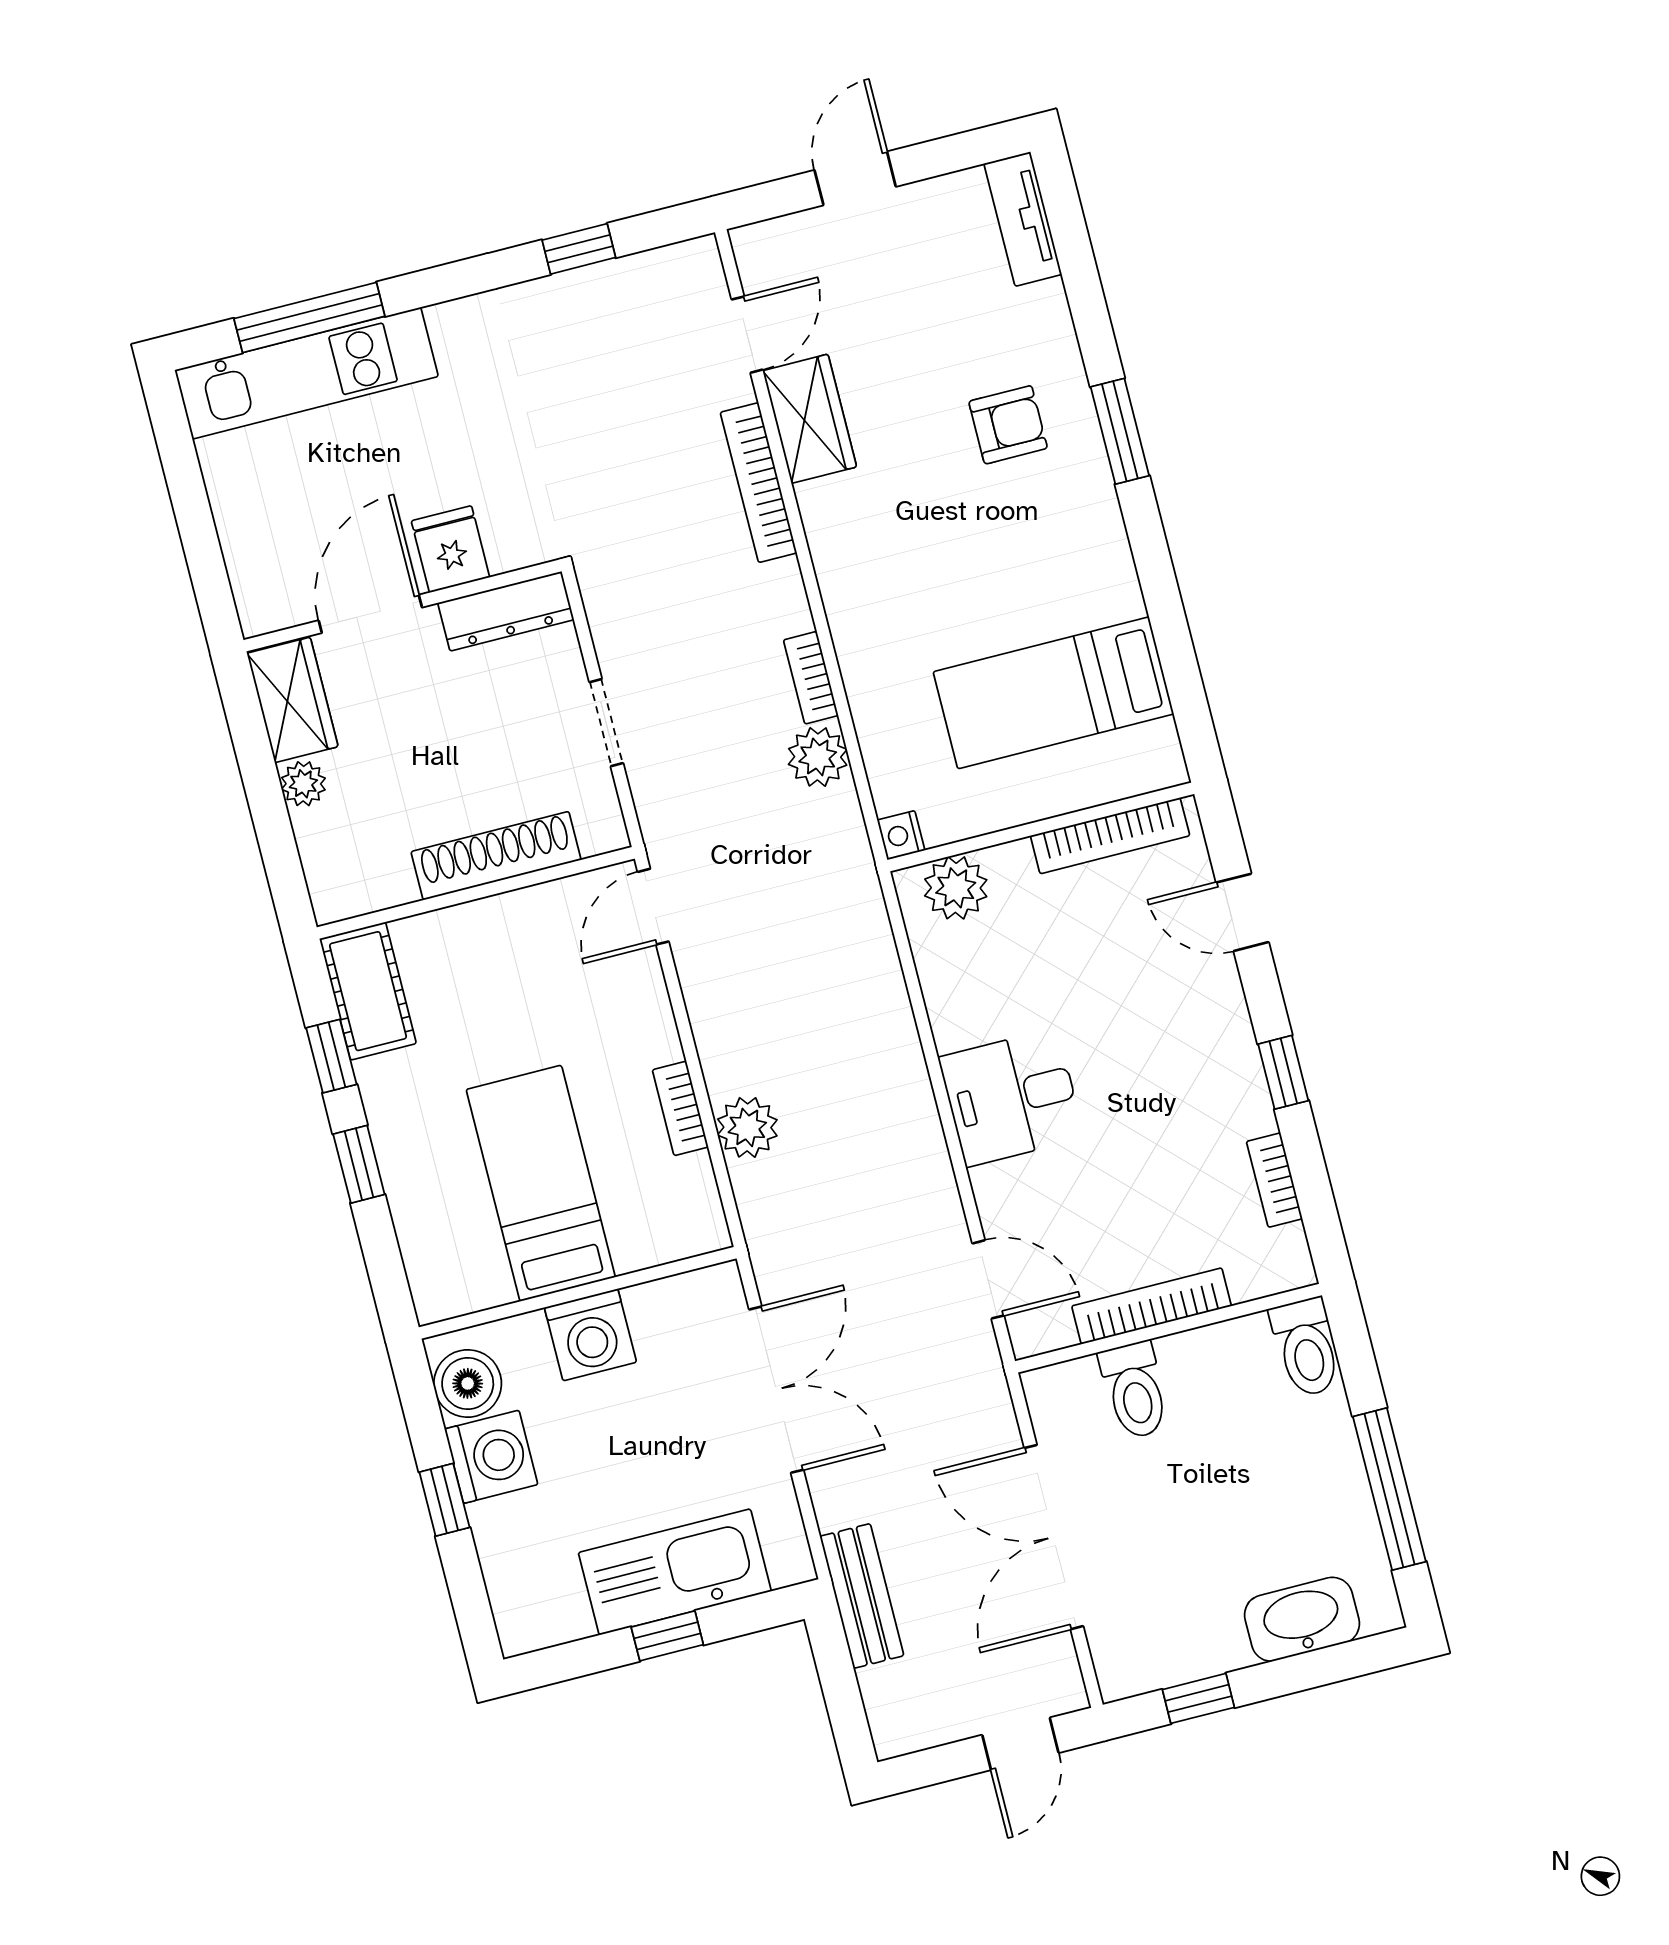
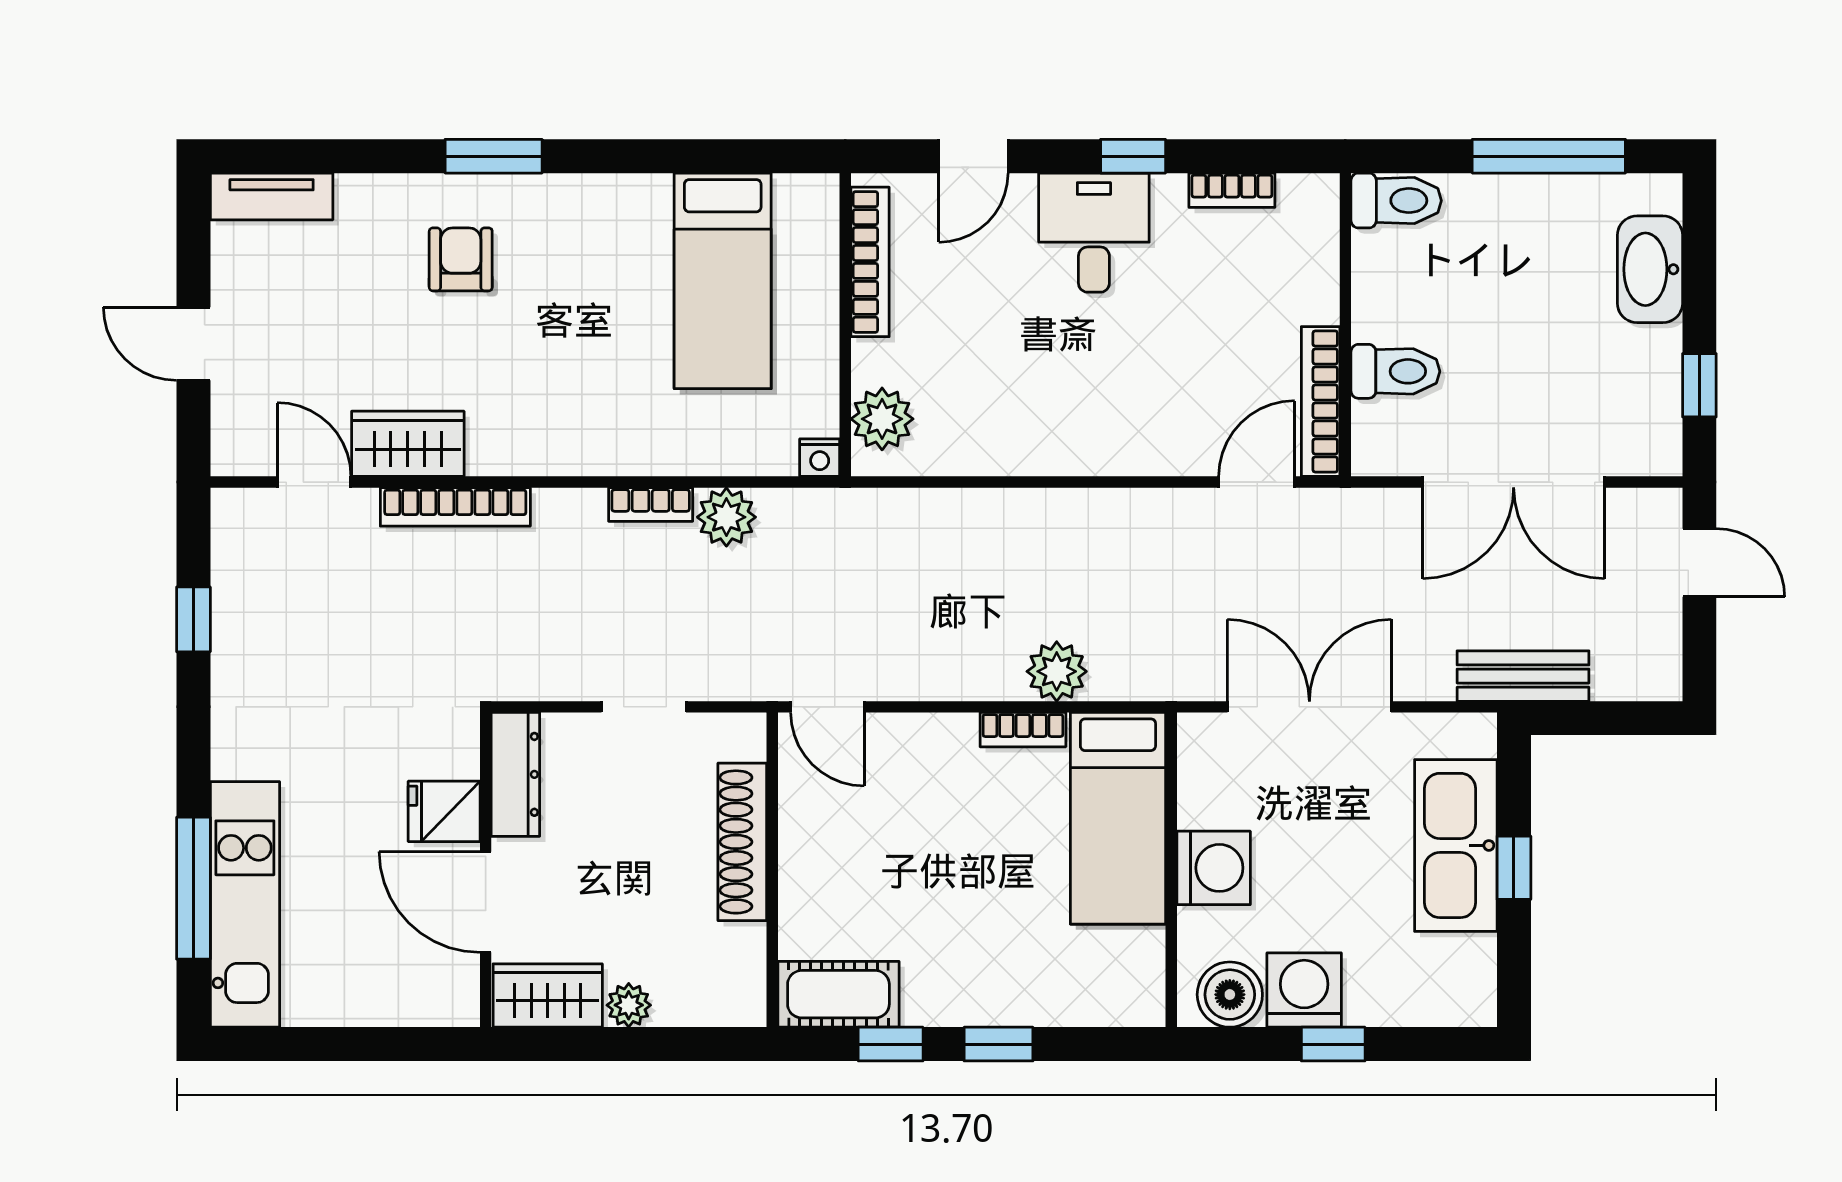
desk: (1011, 1097) -> (1094, 233), moved, turned 180
bed: (541, 1183) -> (1118, 818), moved, turned -90
bookcase: (1152, 1306) -> (1321, 401), moved

